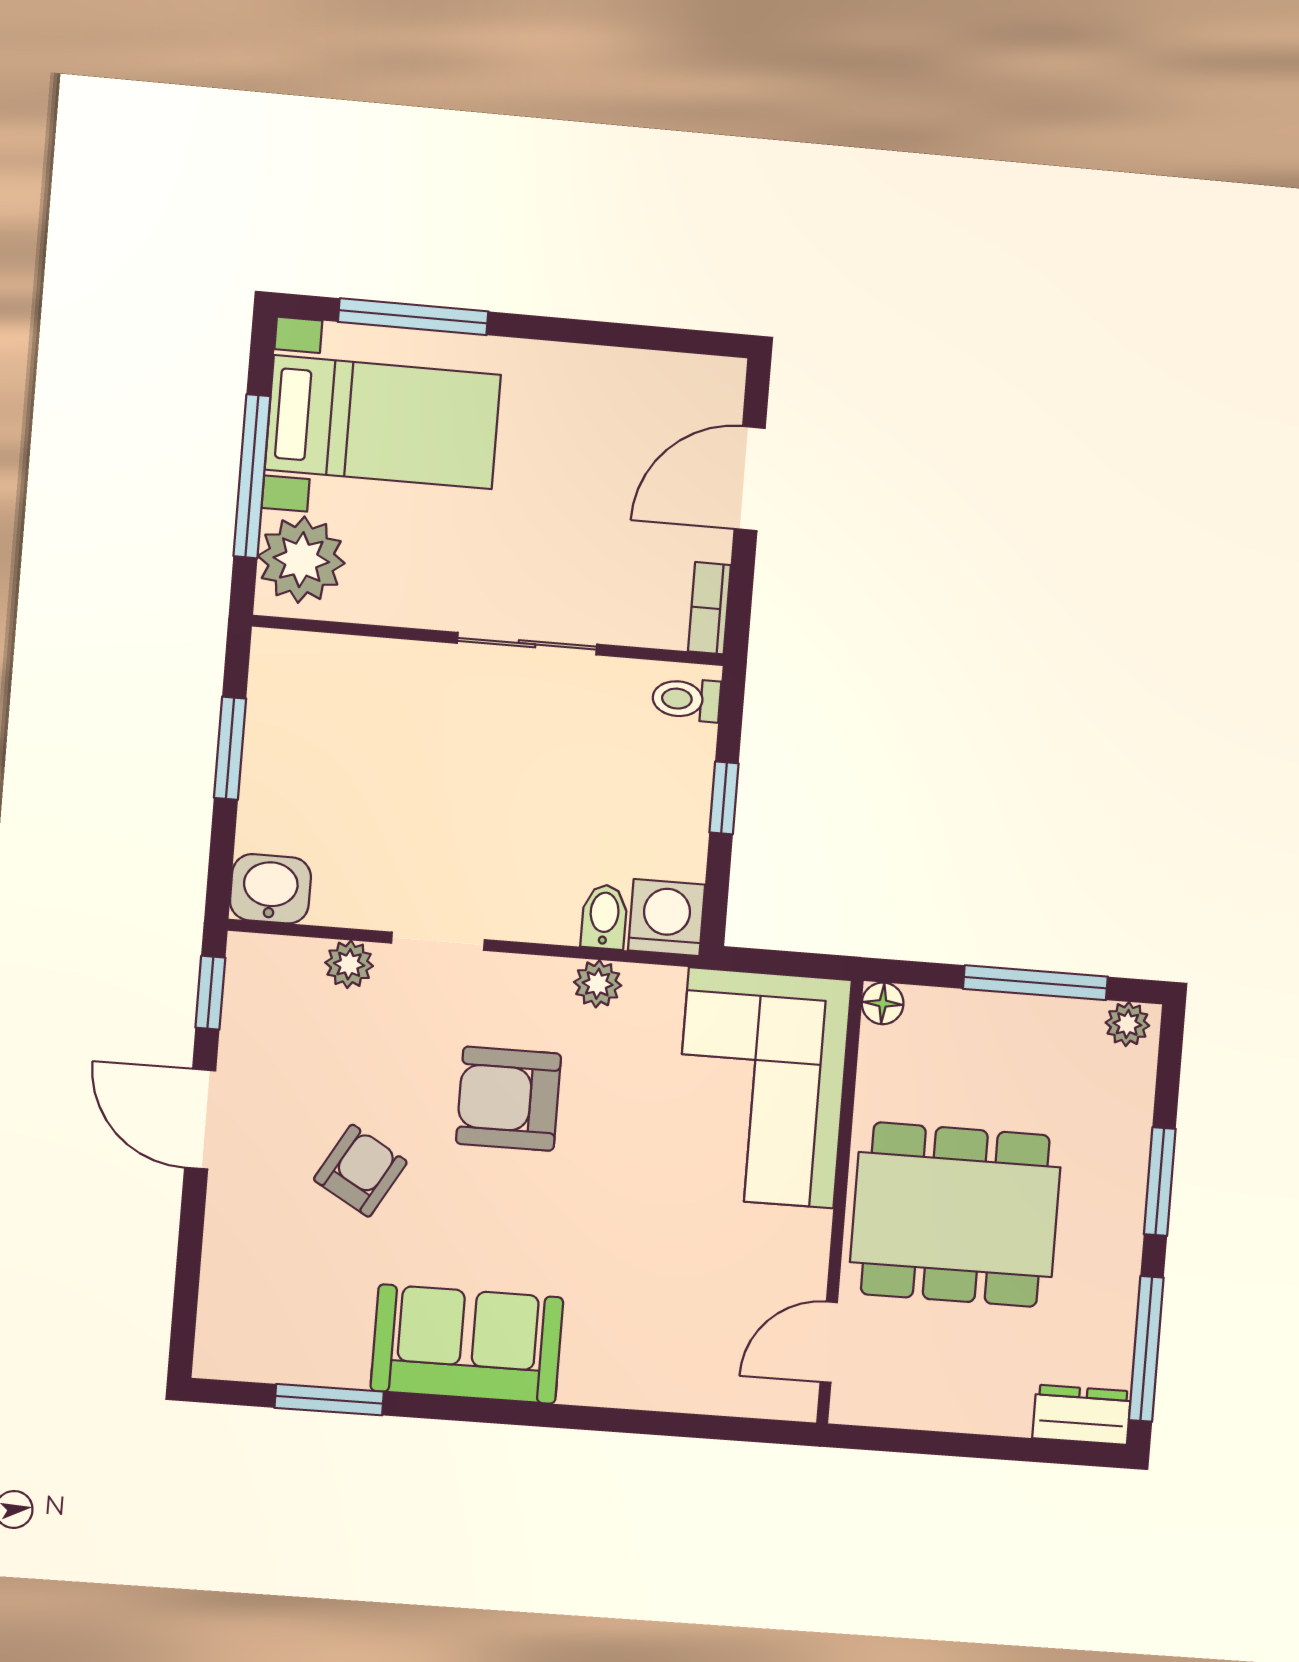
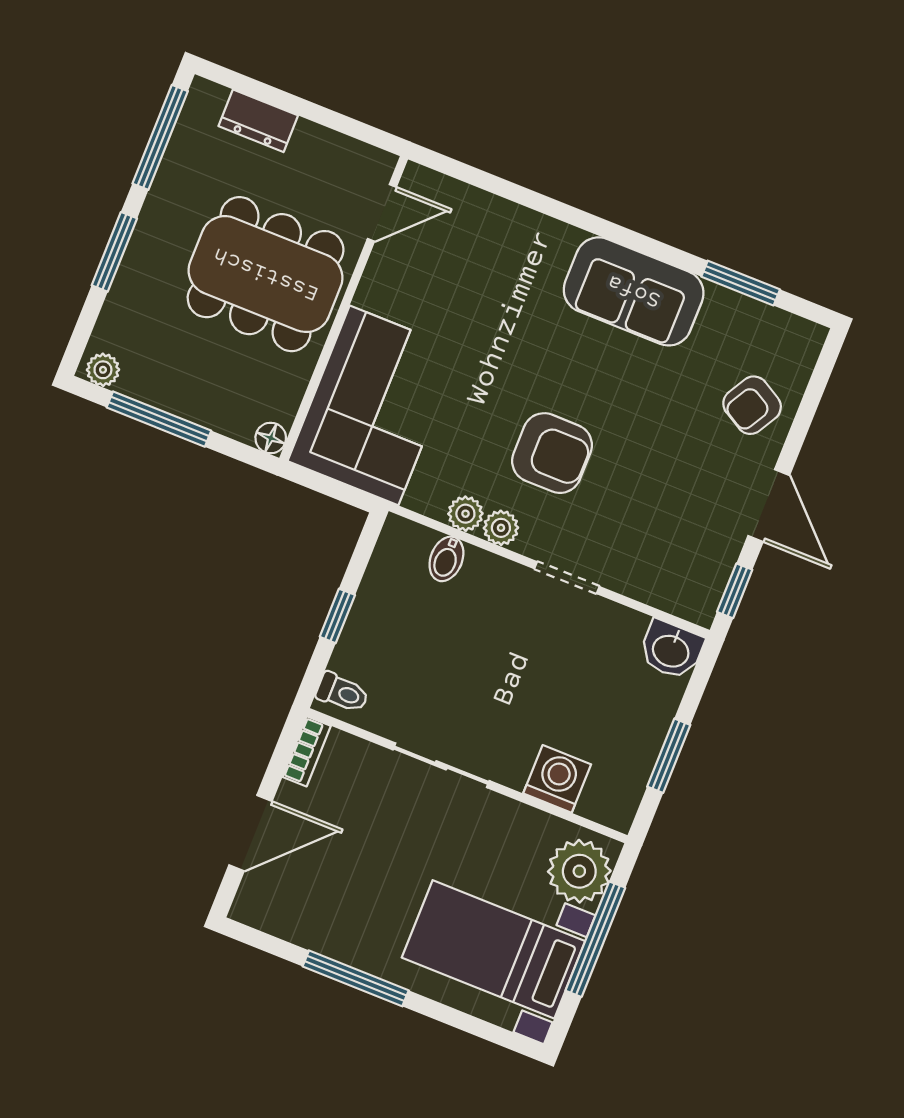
window: (413, 317) -> (356, 978), moved
washing machine: (667, 918) -> (557, 779), moved, turned 180
plant: (349, 964) -> (501, 528), moved
armchair: (360, 1171) -> (752, 405), moved
dresser: (1082, 1415) -> (258, 121), moved

